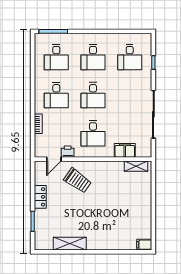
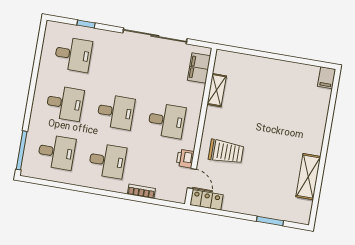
filing cabinet: (125, 150) -> (199, 68), moved
shelving: (136, 166) -> (217, 90), moved
trolley: (78, 181) -> (226, 152), turned 55
locker: (40, 197) -> (207, 200), moved

